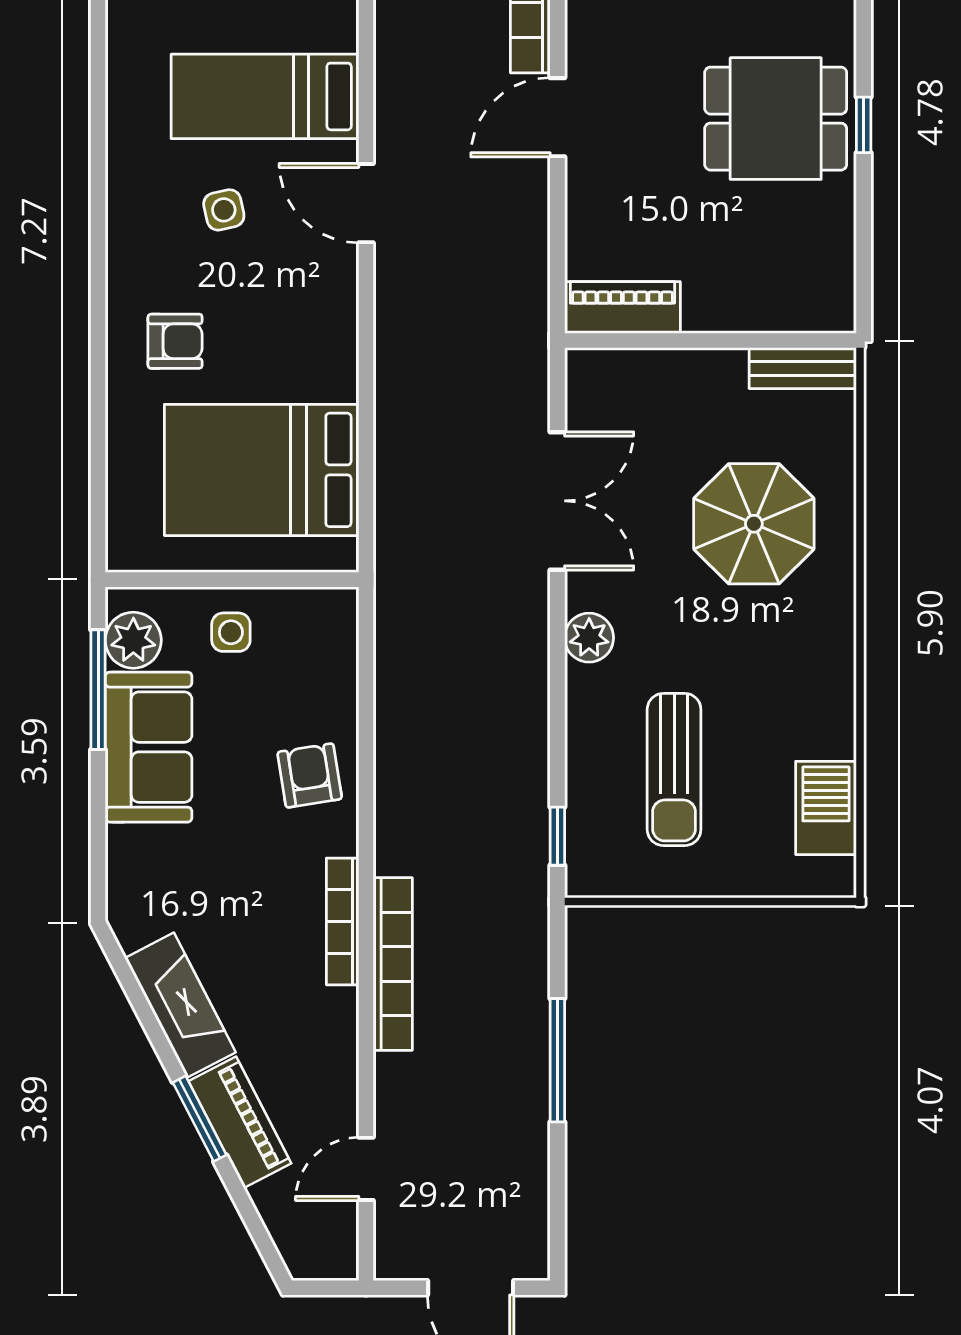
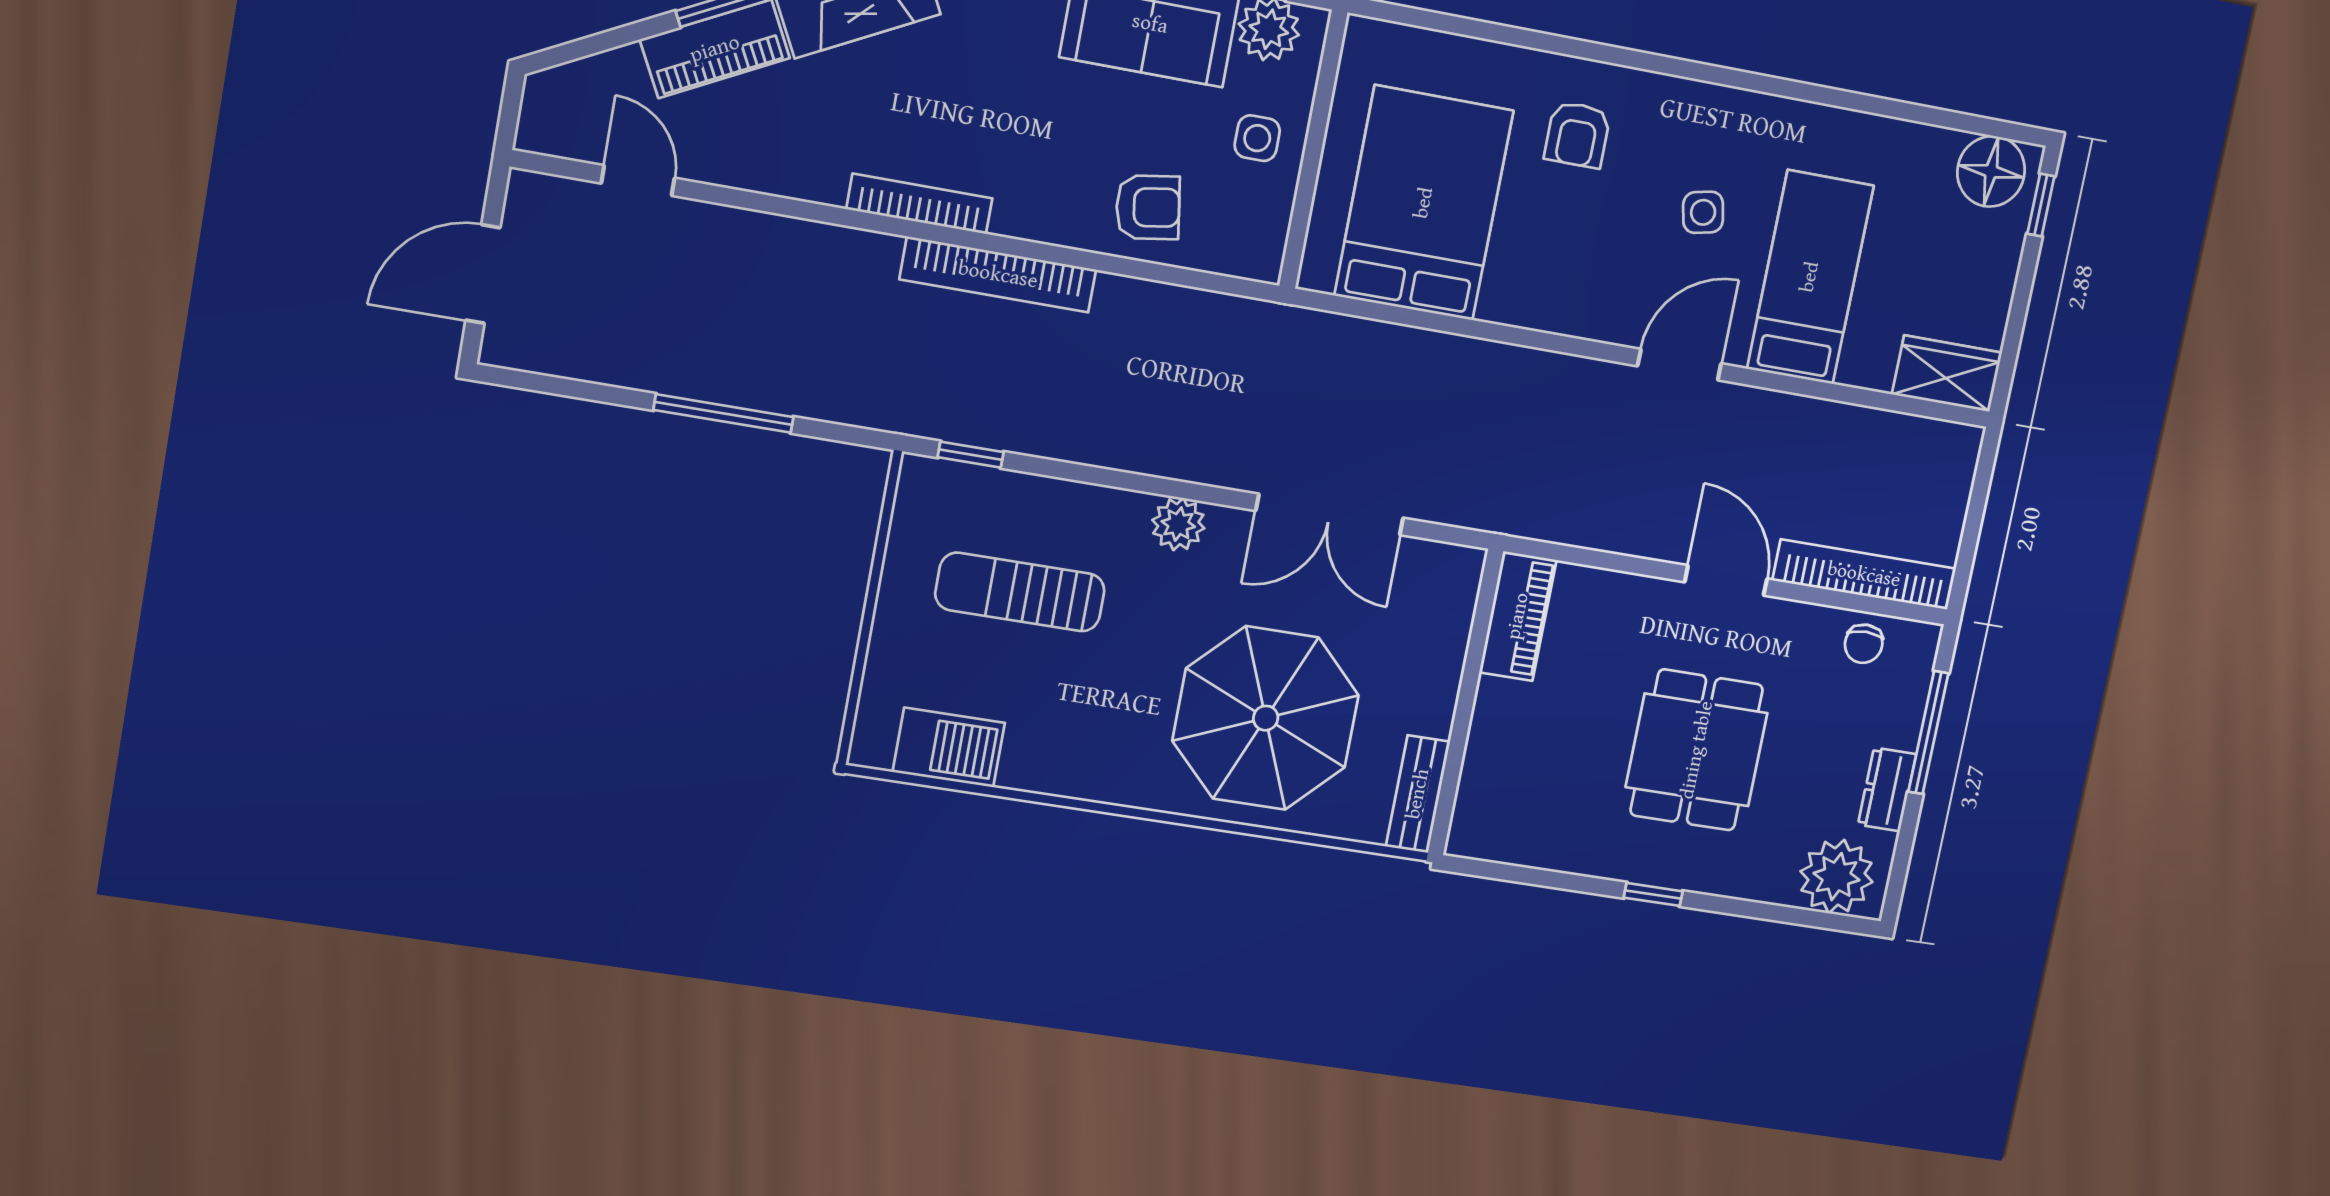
dining table: (776, 119) -> (1697, 750), moved
parasol: (754, 524) -> (1266, 718), width x1.36, depth x1.36
armchair: (310, 775) -> (1148, 207), moved
bookcase: (393, 964) -> (998, 275), moved

